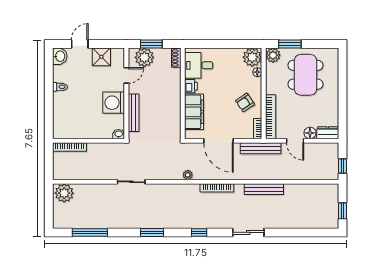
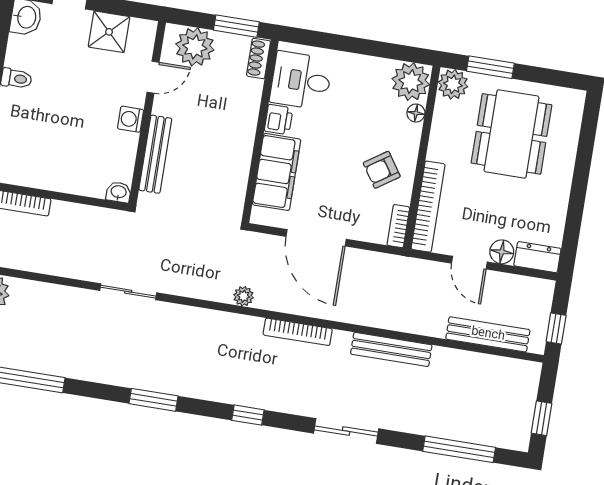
window: (151, 44) -> (236, 26), moved
washing machine: (114, 103) -> (131, 119), width x0.53, depth x0.53
bench: (261, 148) -> (488, 334), moved
window: (305, 232) -> (459, 449), added

